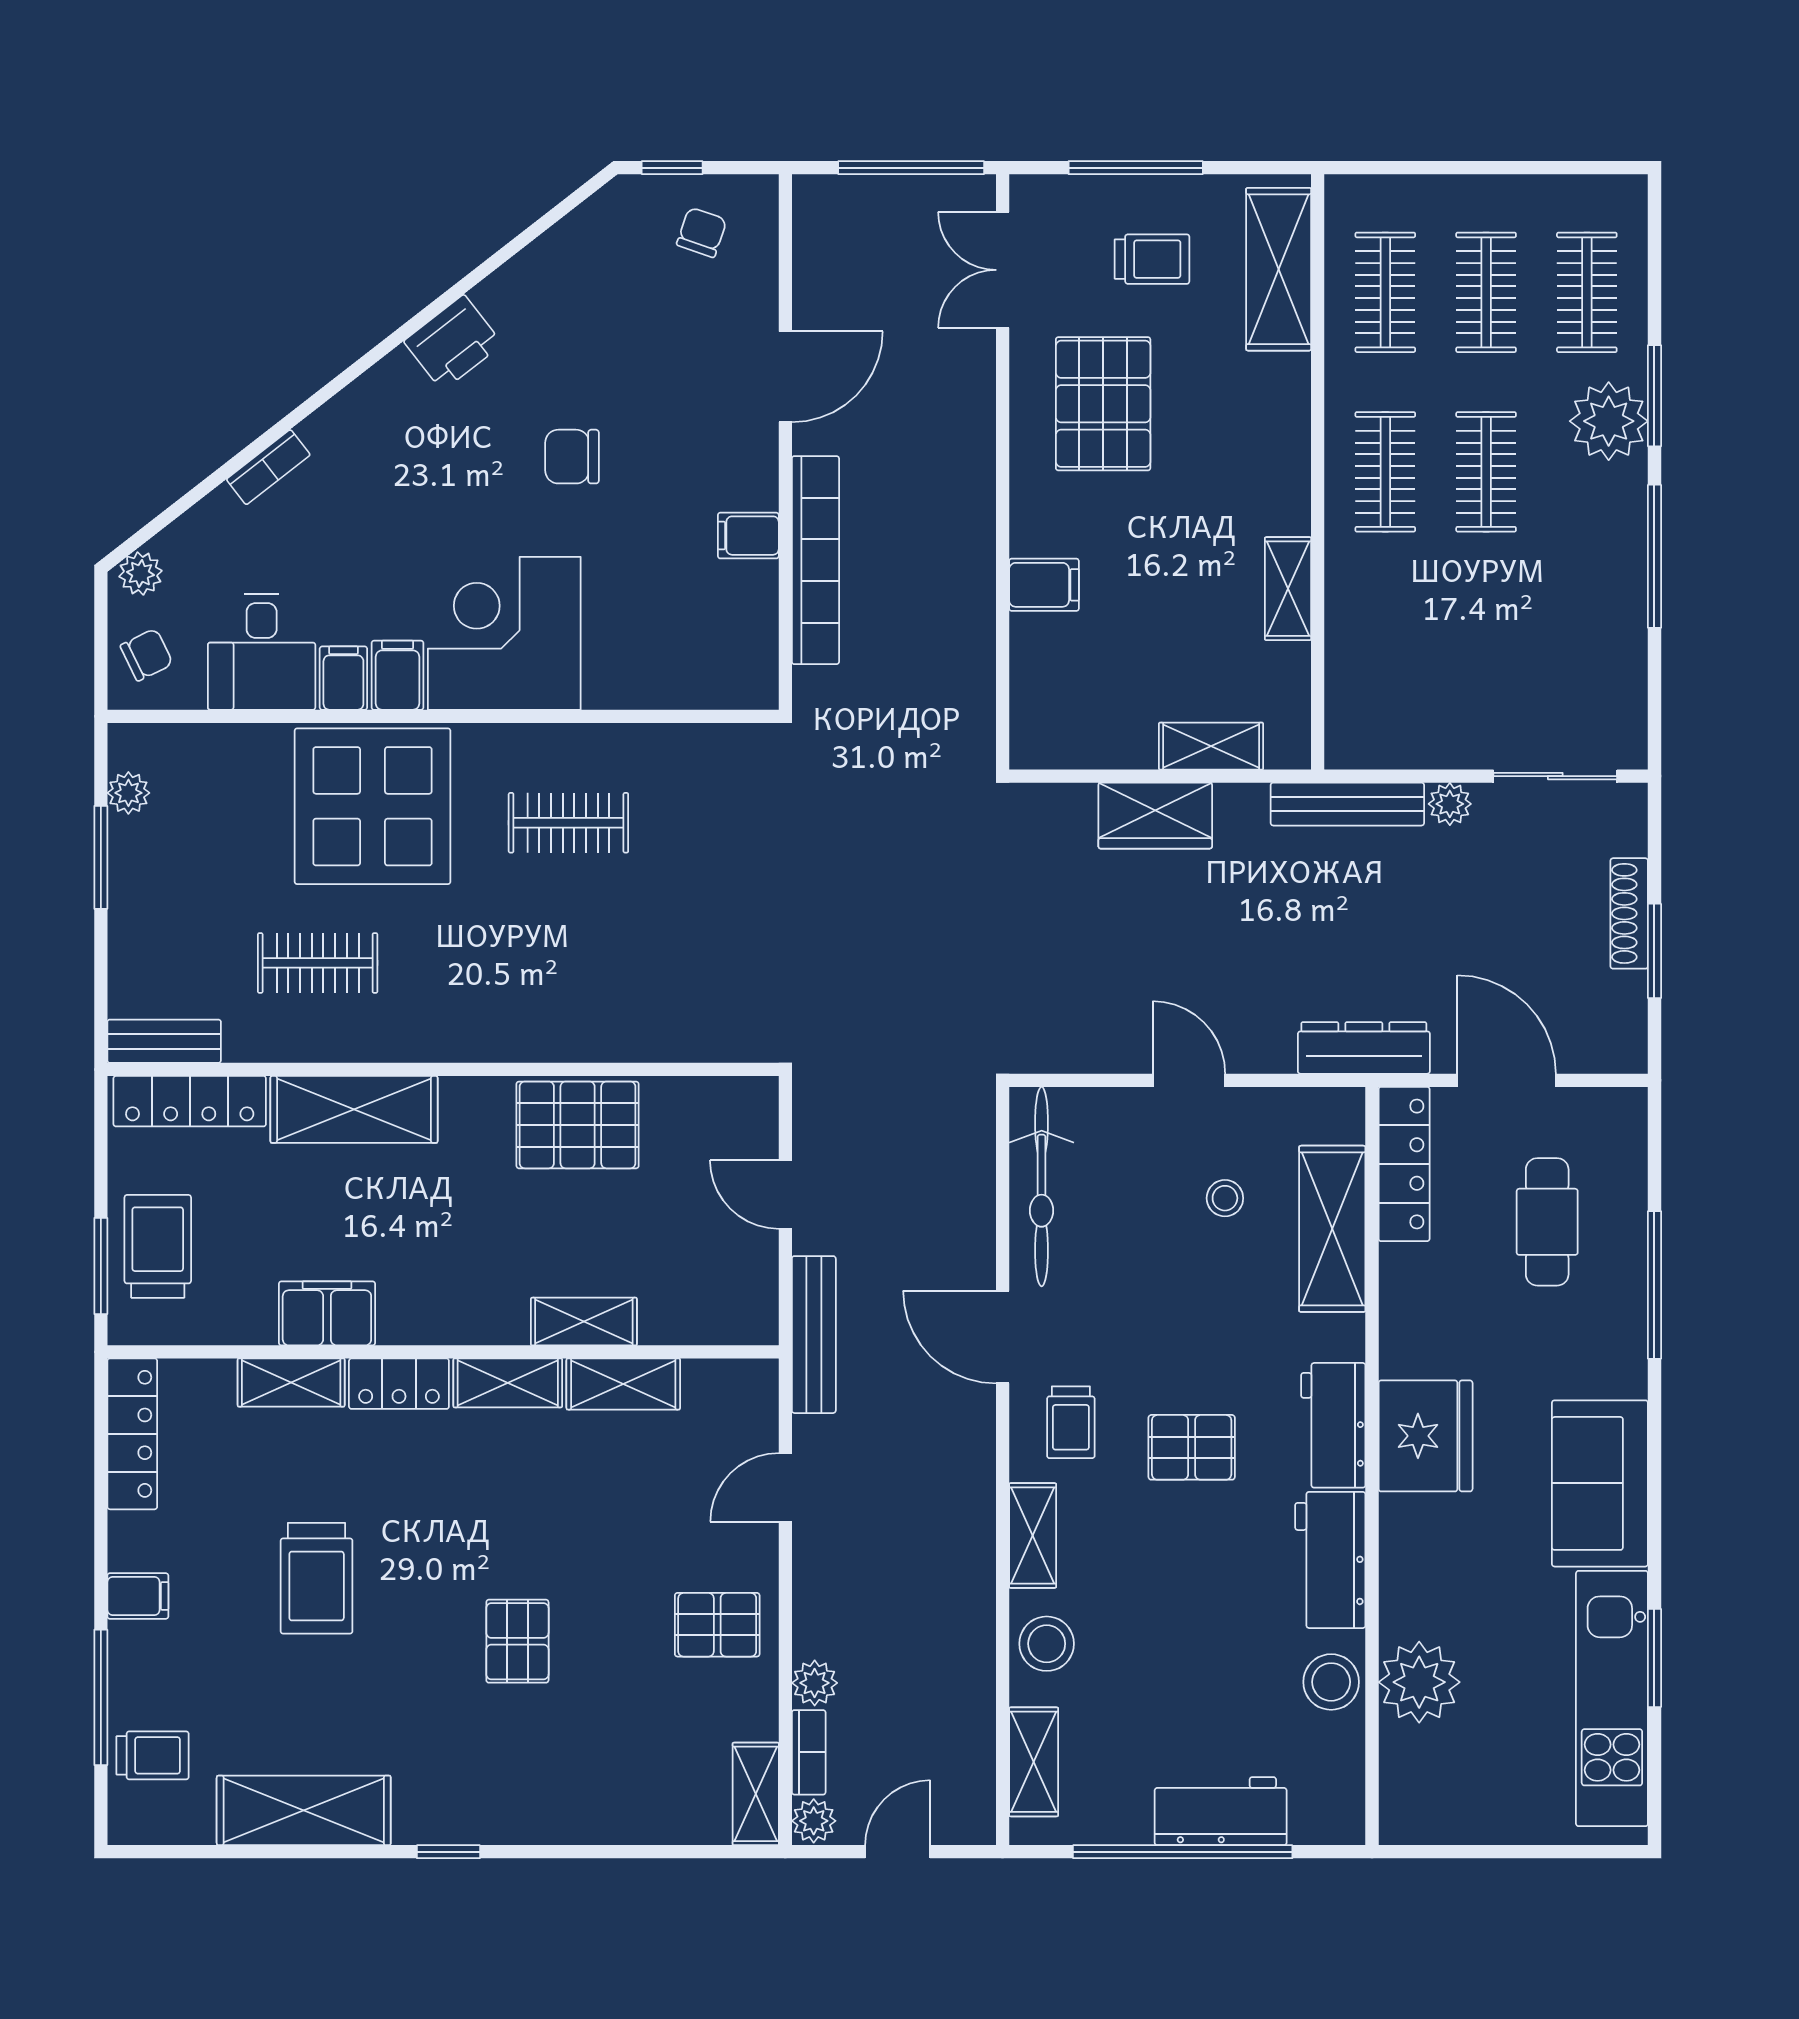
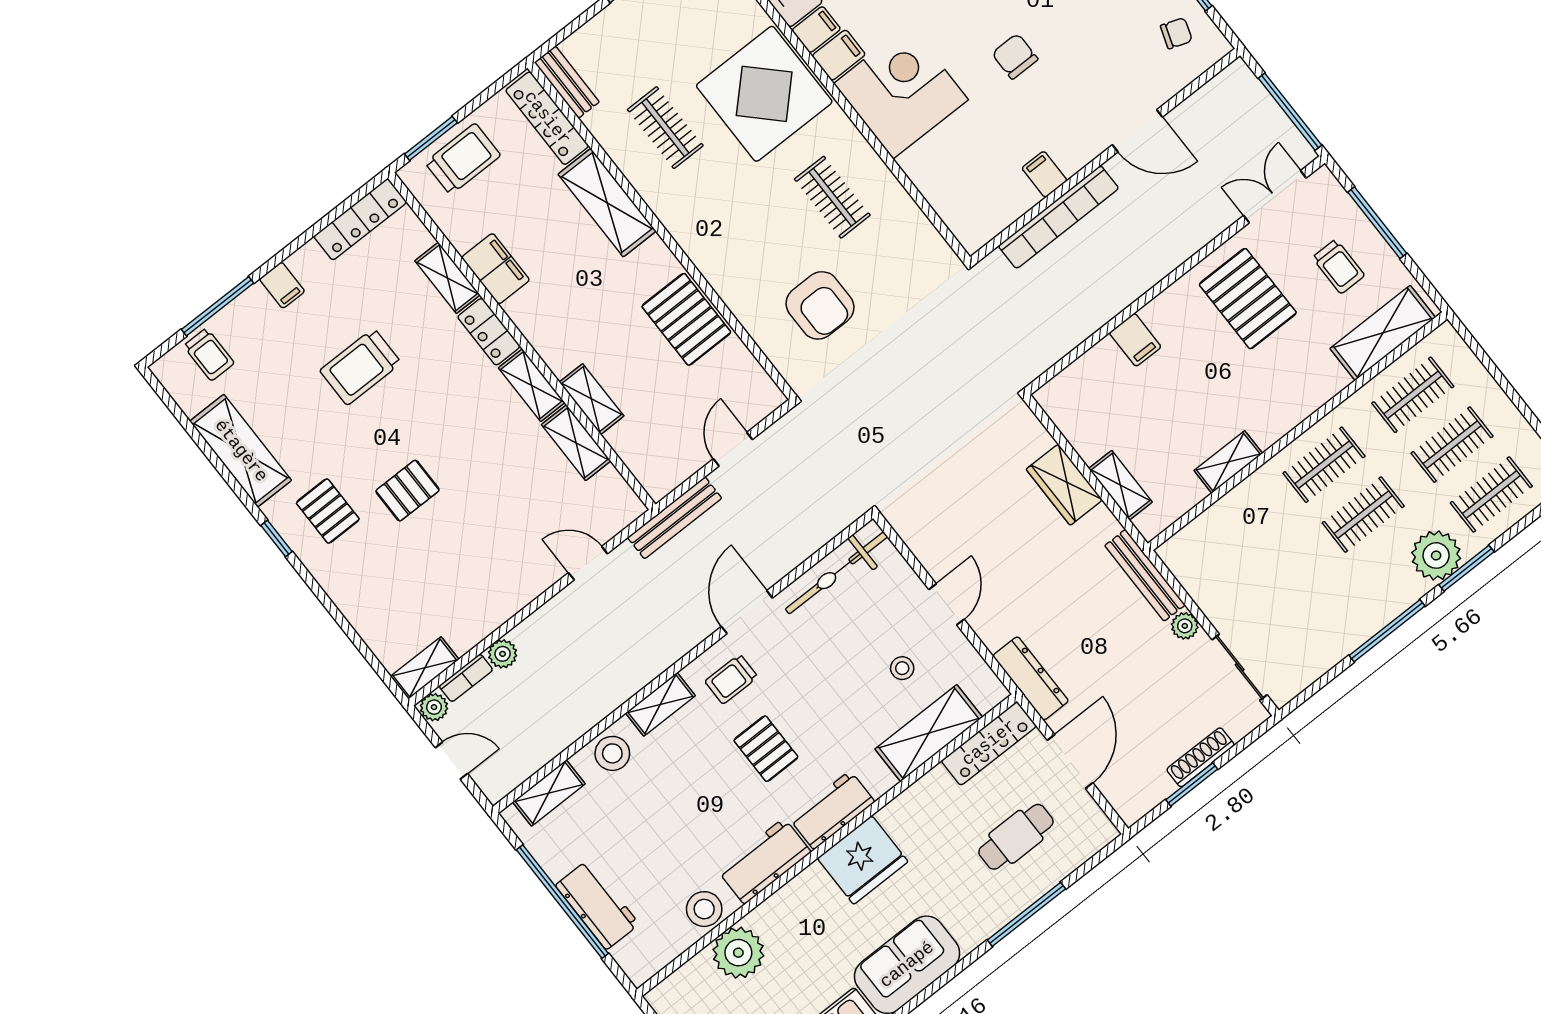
pallet: (1103, 404) -> (1248, 299), turned 90
armchair: (691, 944) -> (820, 305), added
pallet: (717, 1625) -> (328, 511), moved

